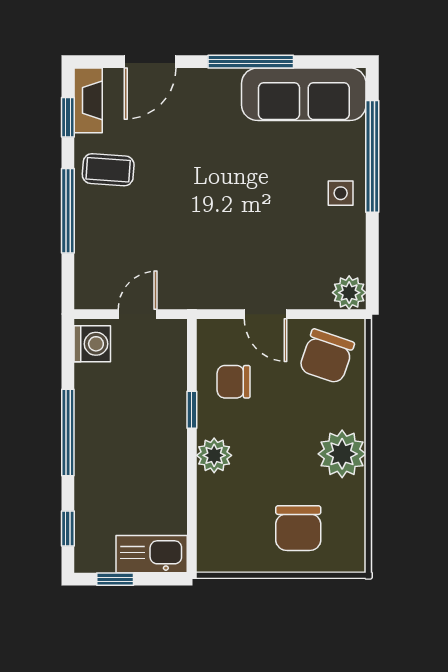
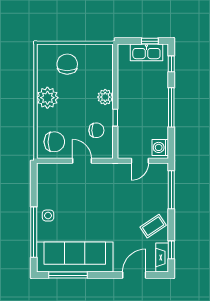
window: (251, 62) -> (68, 275), moved
sofa: (304, 94) -> (75, 257), width x1.36, depth x1.27
coffee table: (108, 170) -> (153, 226), turned -38
window: (68, 211) -> (171, 190), moved
plant: (349, 293) -> (44, 171), removed
chair: (327, 356) -> (54, 142), turned 71
kitchen sink: (152, 554) -> (146, 52), moved

